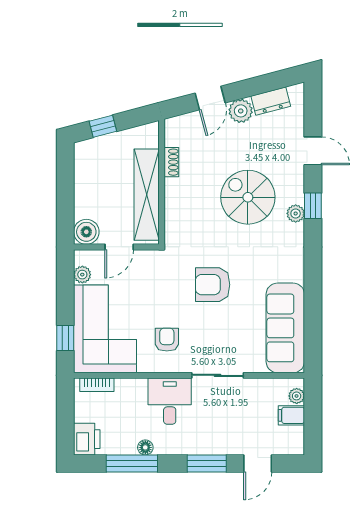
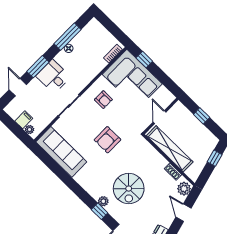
plant: (241, 111) -> (184, 189), moved
window: (65, 195) -> (202, 116), added
spiral stairs: (248, 197) -> (129, 189), turned 90
boiler: (86, 232) -> (179, 110), removed
plant: (82, 275) -> (163, 91), removed
armchair: (213, 285) -> (107, 140), turned 180
desk: (170, 401) -> (53, 77), moved, turned 180
printer: (87, 439) -> (95, 28), removed

